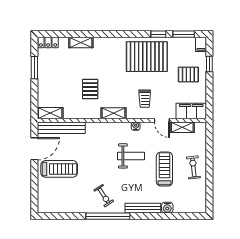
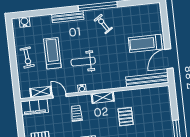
shelving: (50, 113) -> (158, 92), removed
treadmill: (164, 169) -> (52, 53), turned 180
water cooler: (167, 208) -> (25, 22), moved

